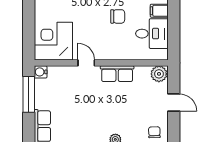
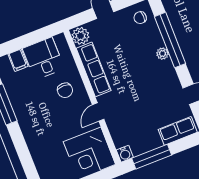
chair: (118, 16) -> (65, 90), moved, turned 180
row of seats: (117, 74) -> (94, 69), width x1.48

